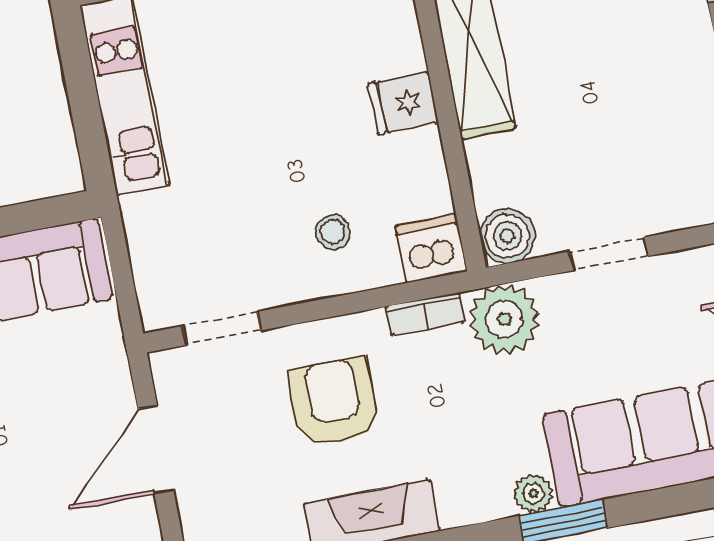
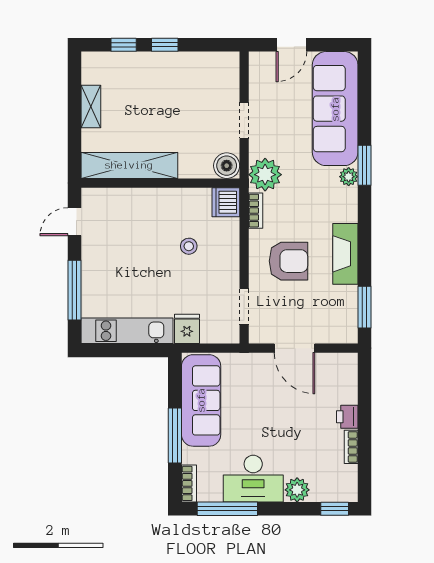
fridge: (403, 103) -> (187, 329), moved, turned 180
stool: (333, 232) -> (189, 246), moved
armchair: (334, 402) -> (288, 261), turned 180

